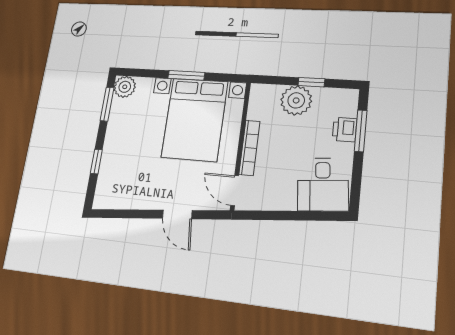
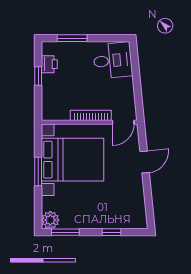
plant: (296, 100) -> (53, 85), removed
printer: (345, 130) -> (49, 64), moved, turned -90

